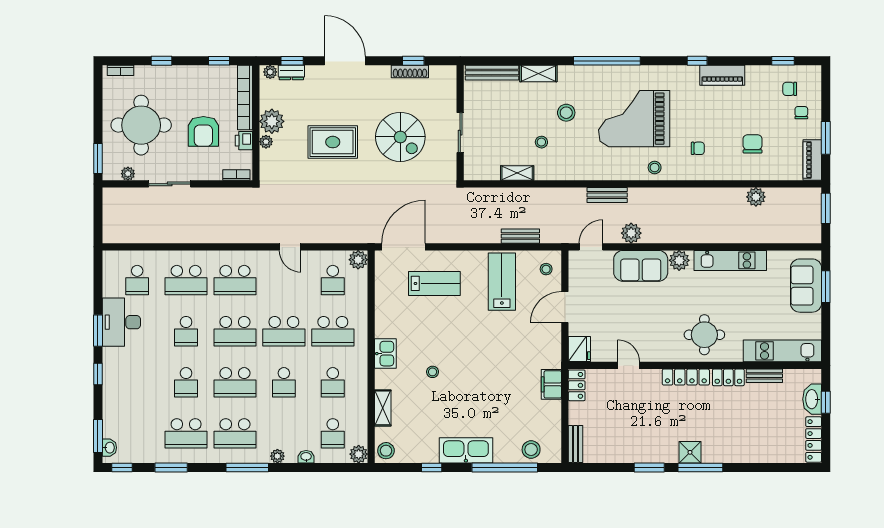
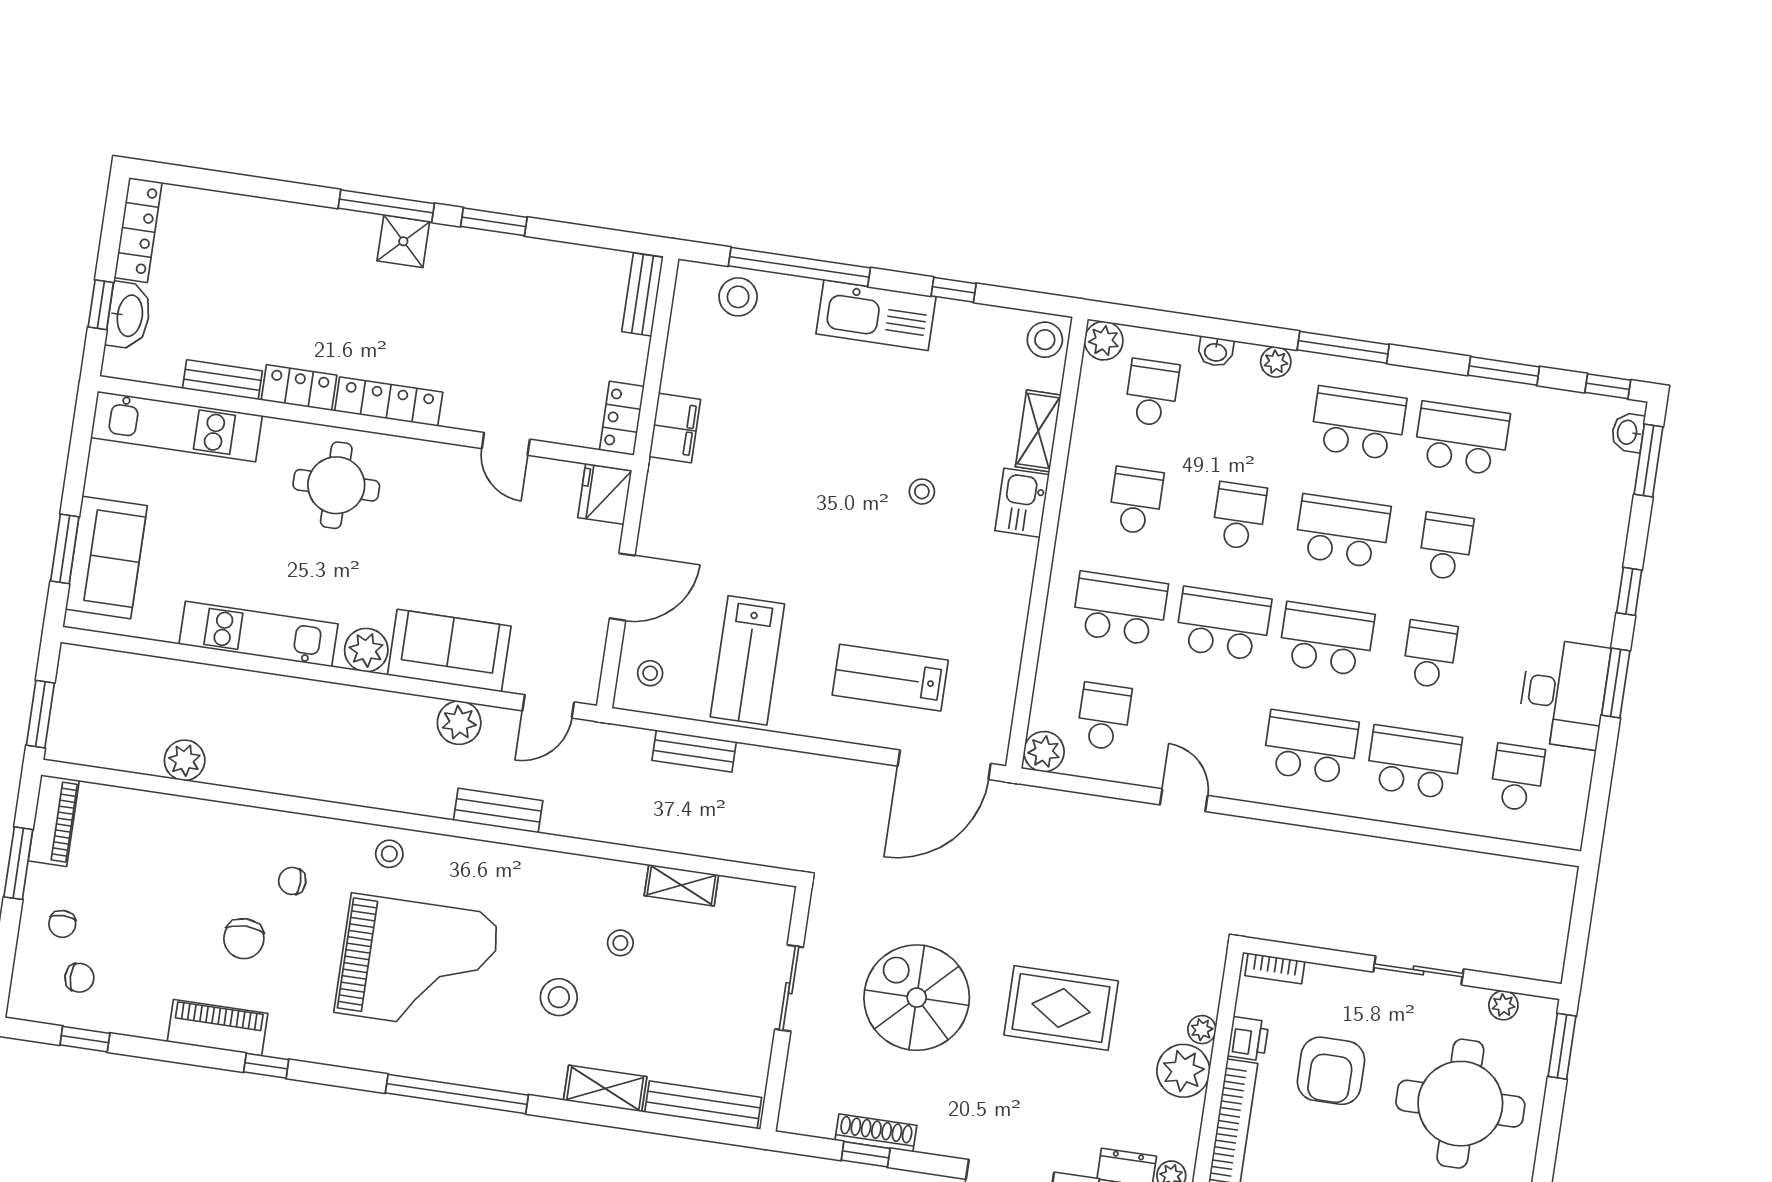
armchair: (203, 131) -> (1331, 1071), turned 180
chair: (753, 144) -> (244, 939), moved
kitchen sink: (385, 354) -> (1022, 503), moved

